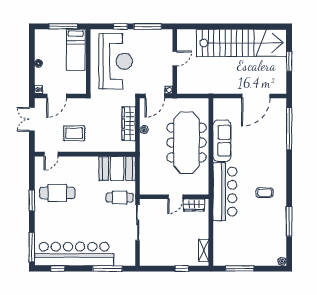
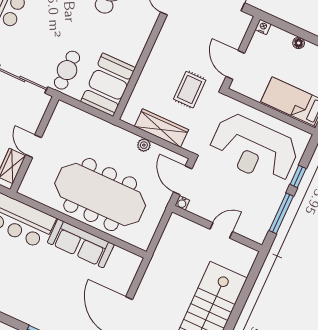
door: (175, 58) -> (221, 230), swing flipped
door: (57, 96) -> (235, 65), moved
rug: (74, 133) -> (190, 90), moved

